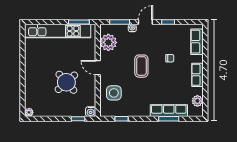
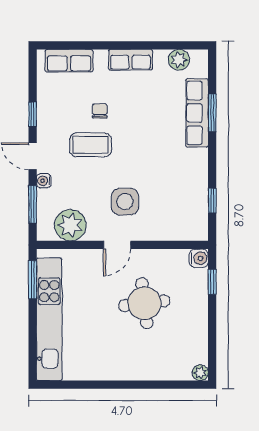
coffee table: (141, 66) -> (90, 145), moved
round table: (66, 82) -> (144, 303), turned 35
side table: (114, 93) -> (125, 202), moved

